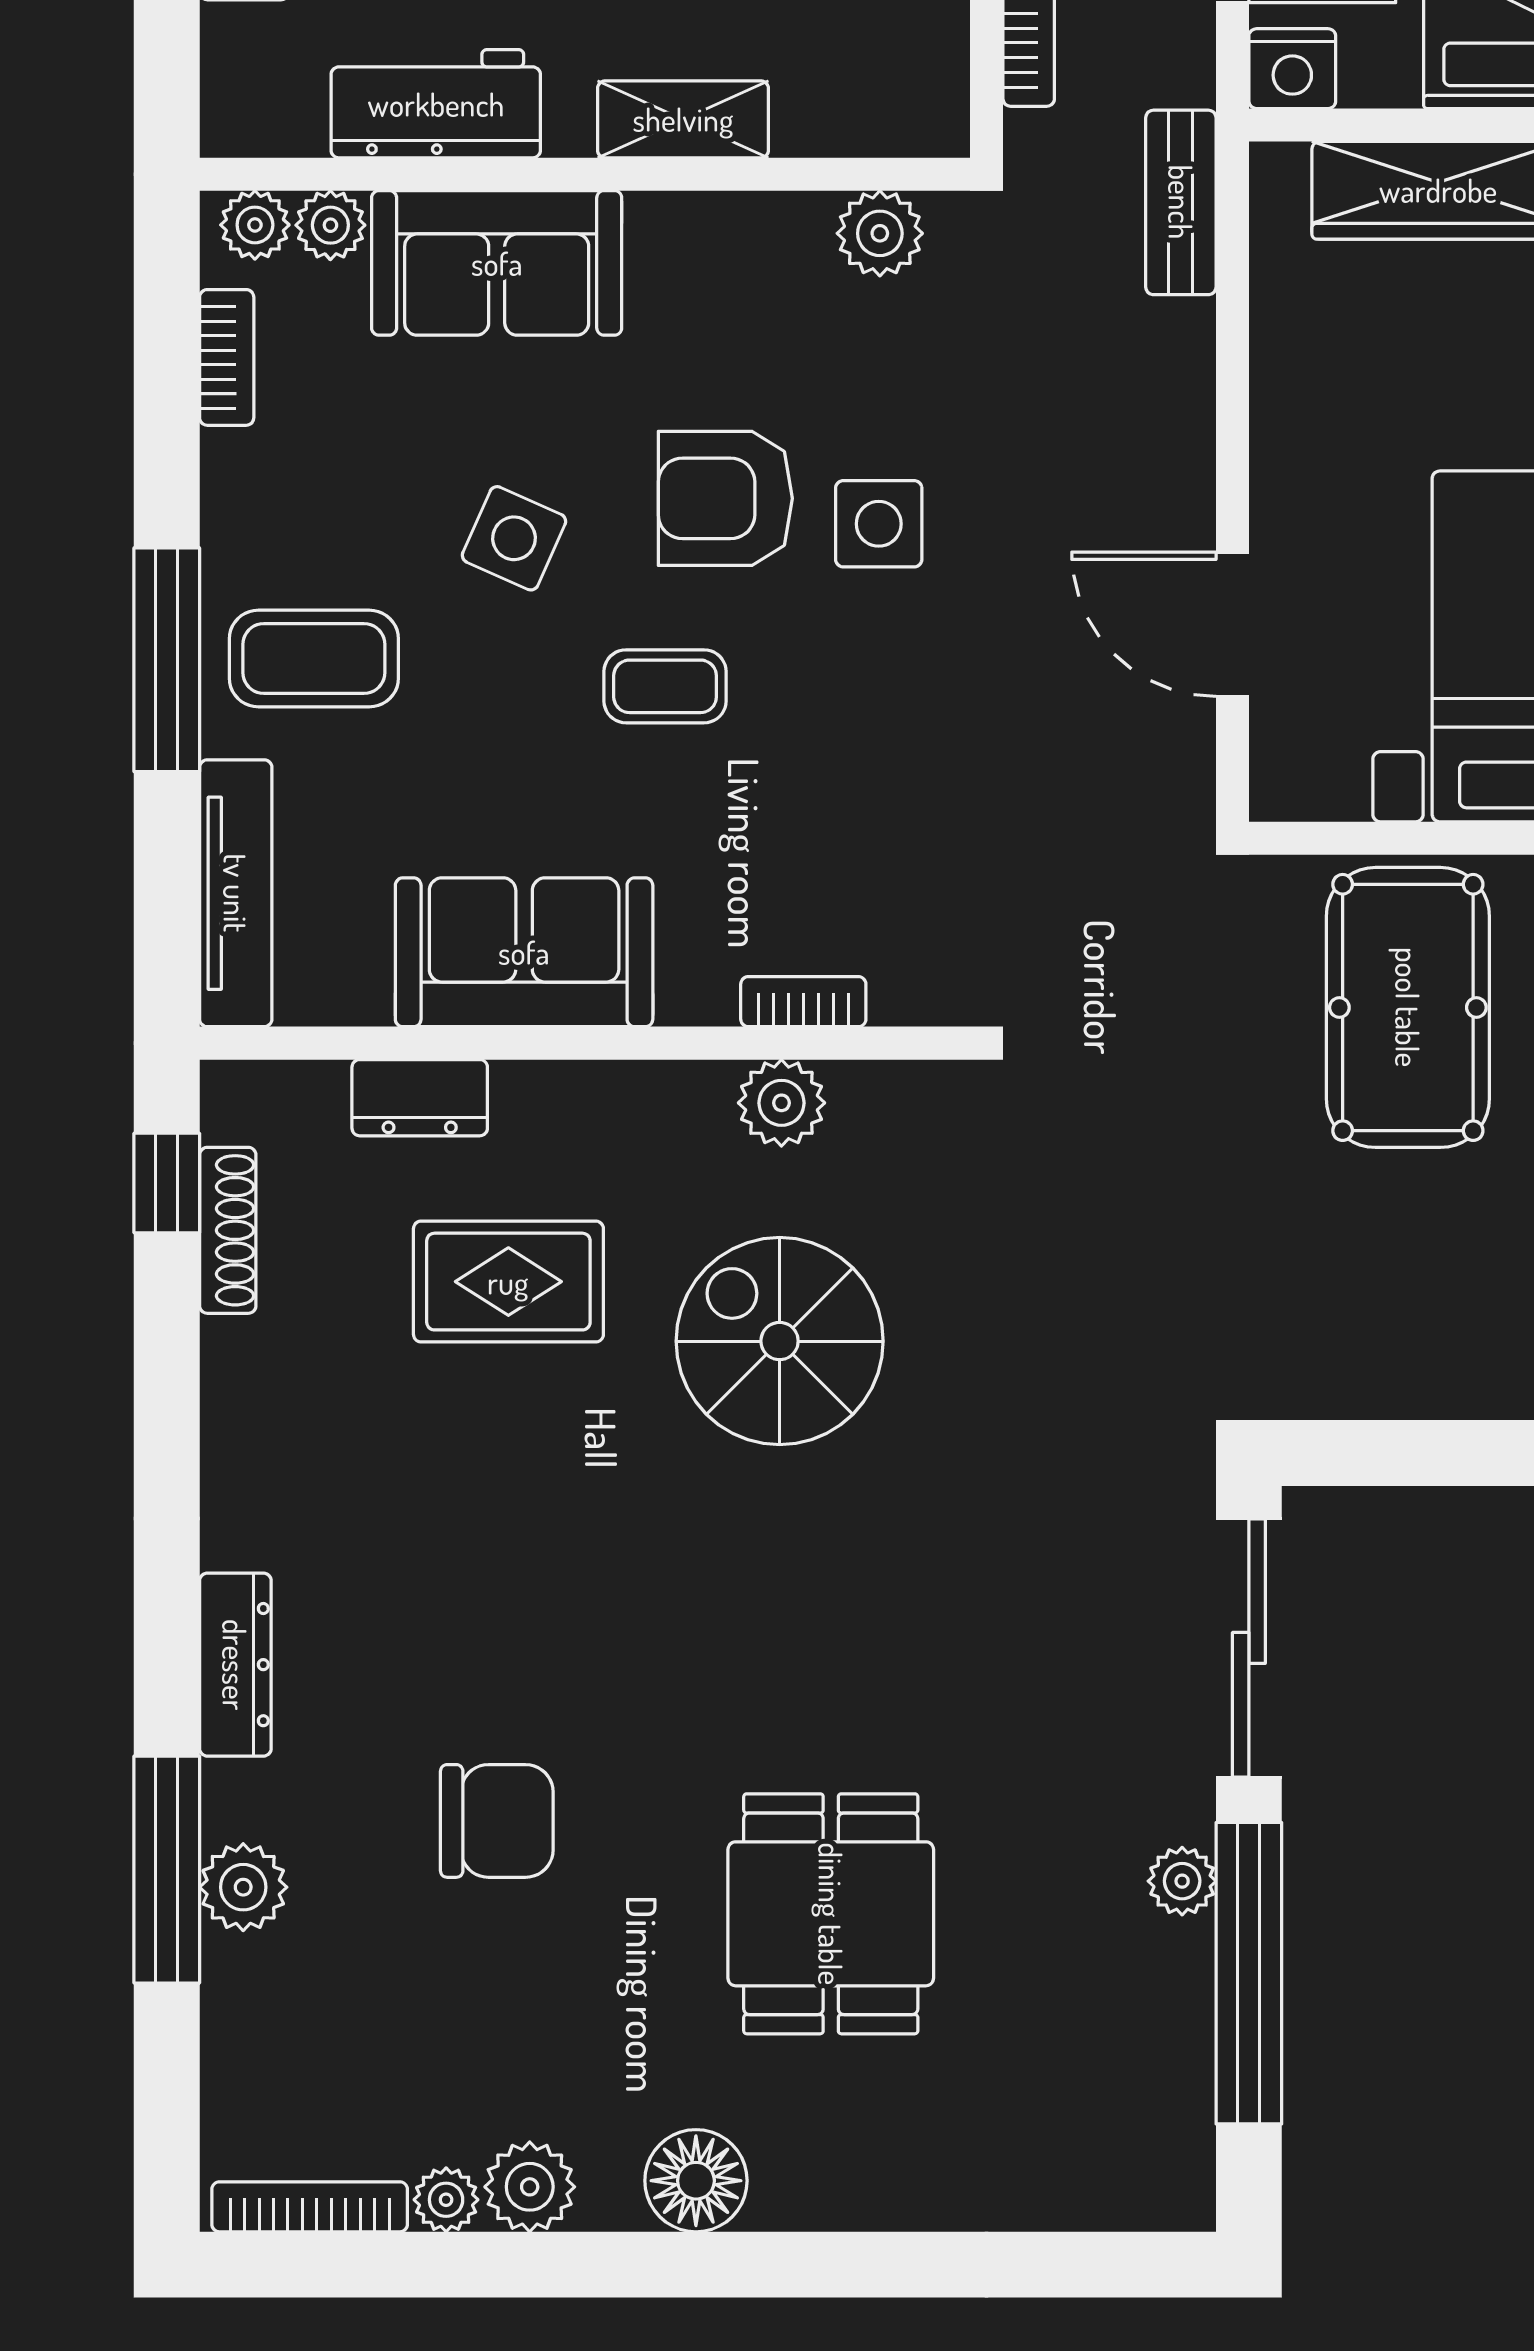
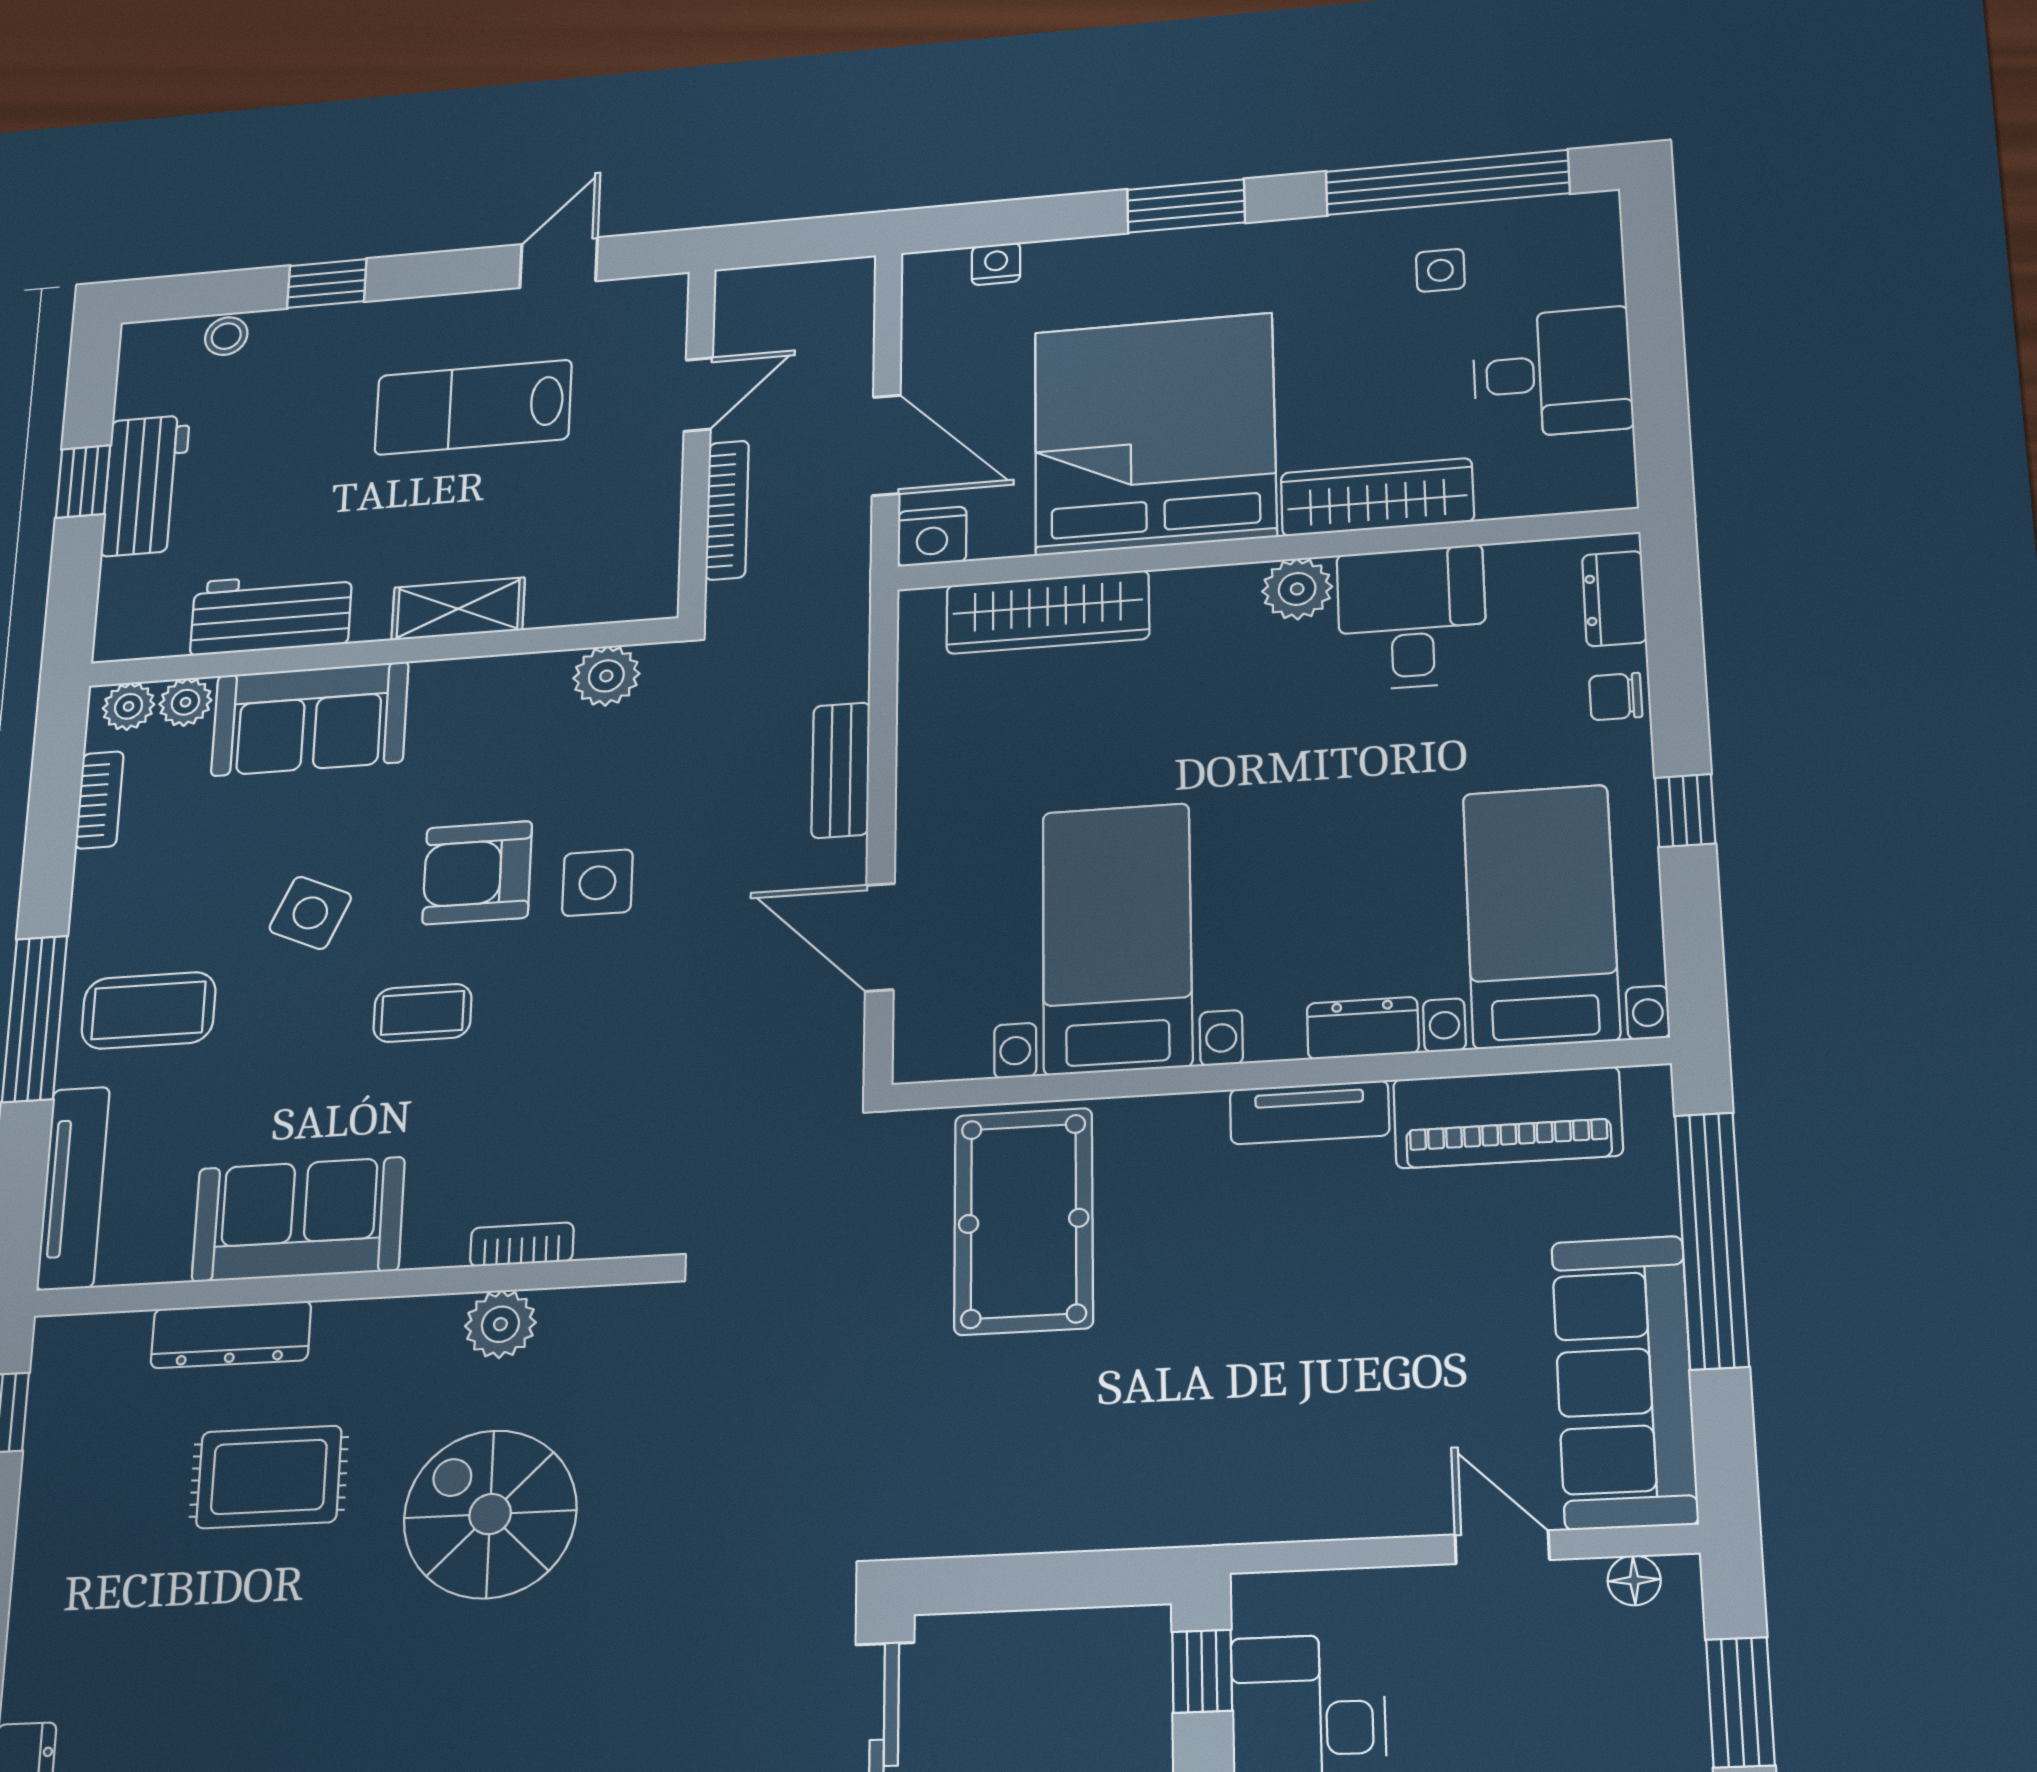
bench: (1181, 202) -> (841, 770), moved
dresser: (420, 1098) -> (231, 1335), width x1.44
shoe rack: (228, 1230) -> (45, 1448), removed

